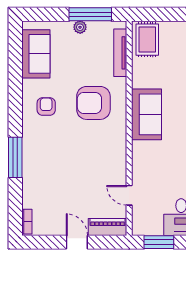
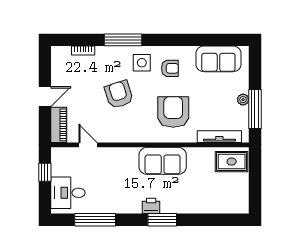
side table: (40, 137) -> (142, 63), added
armchair: (74, 162) -> (119, 94), added
door: (129, 195) -> (88, 145), hinge flipped
bookcase: (27, 222) -> (83, 50), moved
window: (159, 242) -> (45, 172), width x0.67

